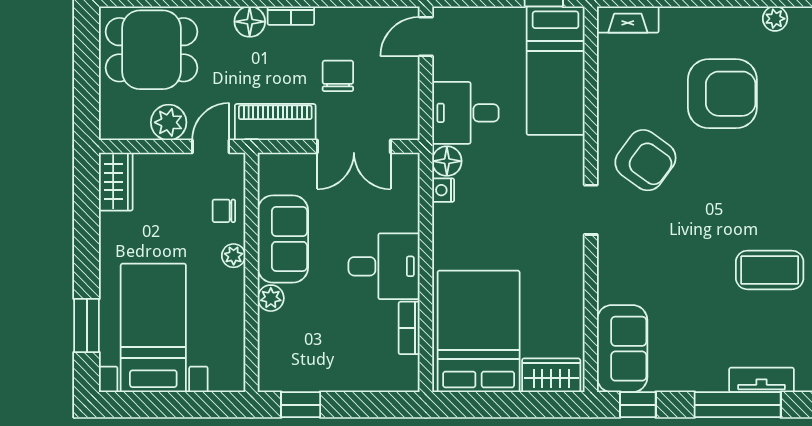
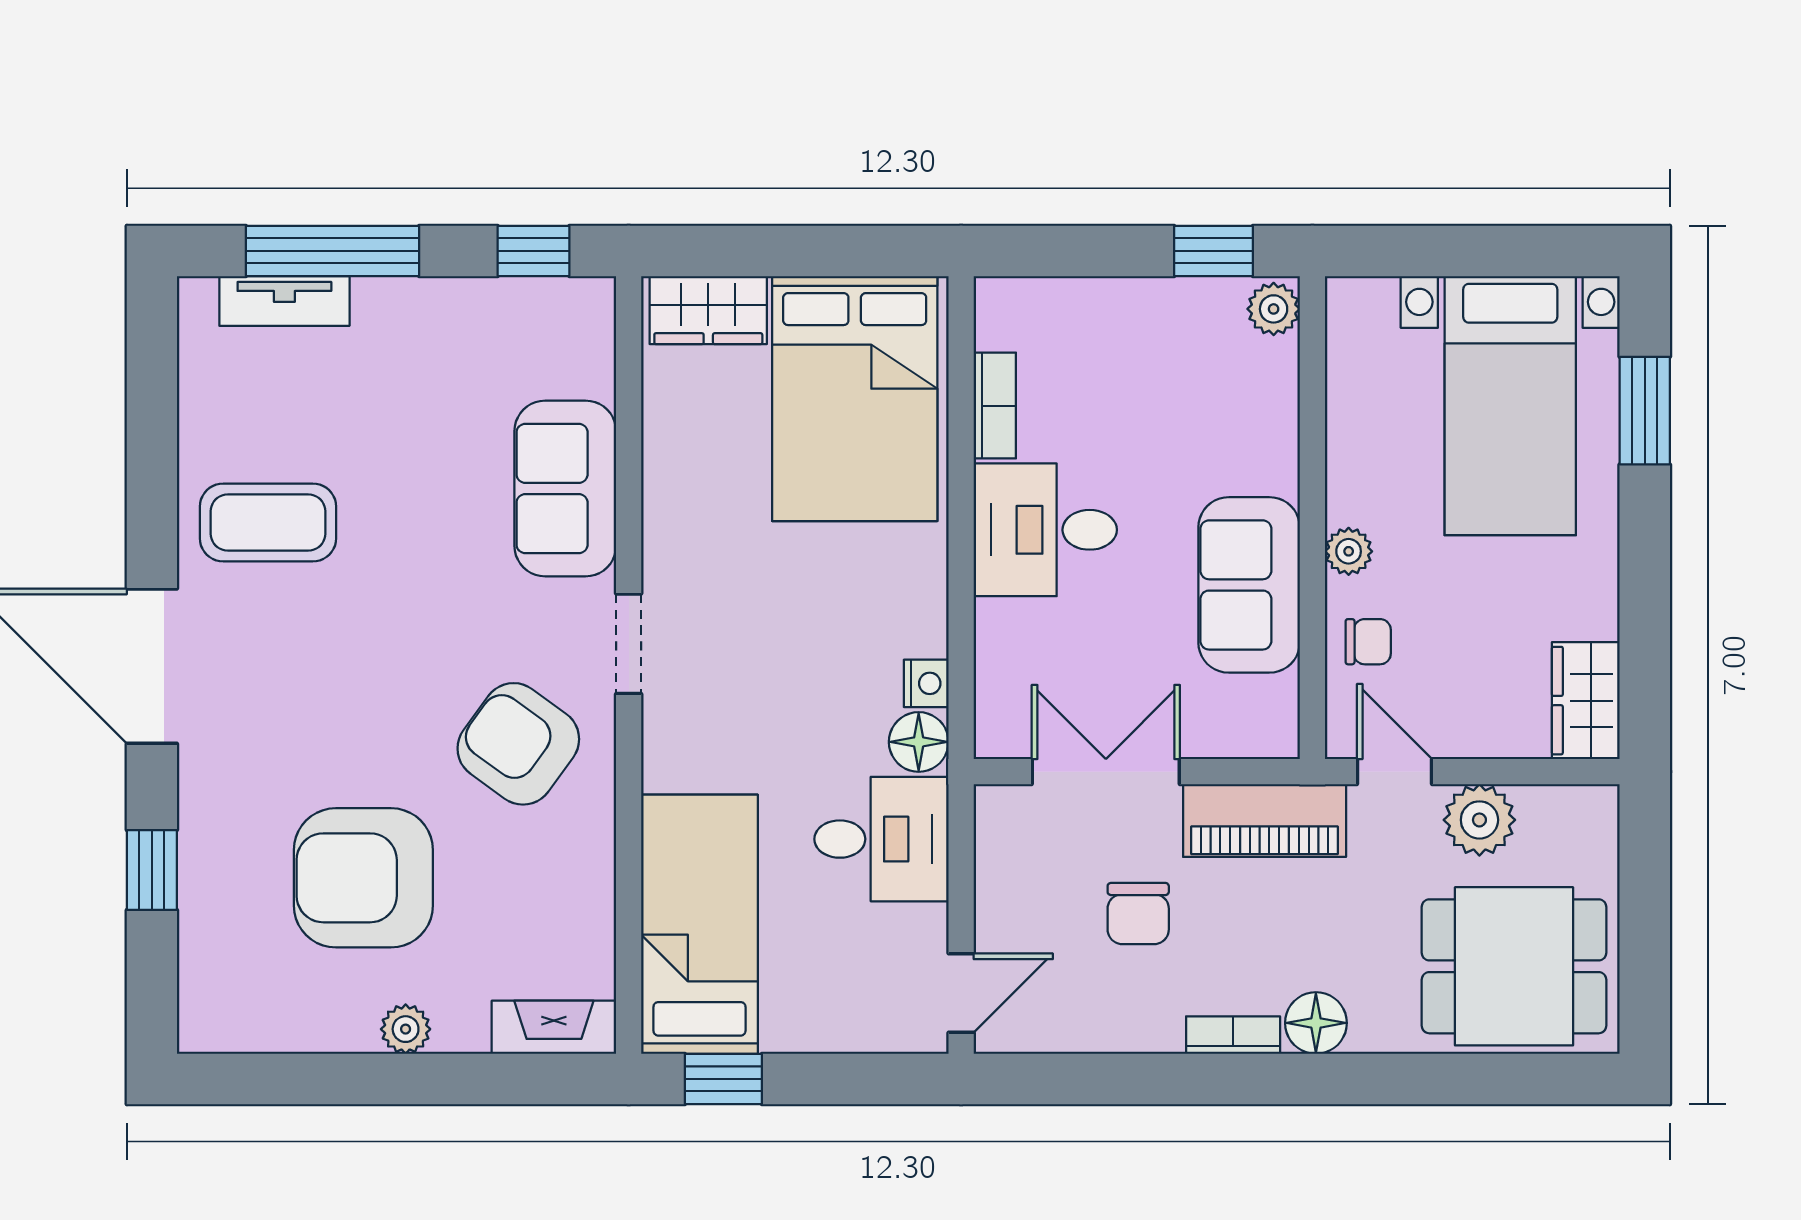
plant: (775, 19) -> (406, 1029), moved
door: (211, 146) -> (1395, 772), swing flipped
plant: (271, 298) -> (1274, 309), moved
sofa: (622, 349) -> (565, 488), moved

